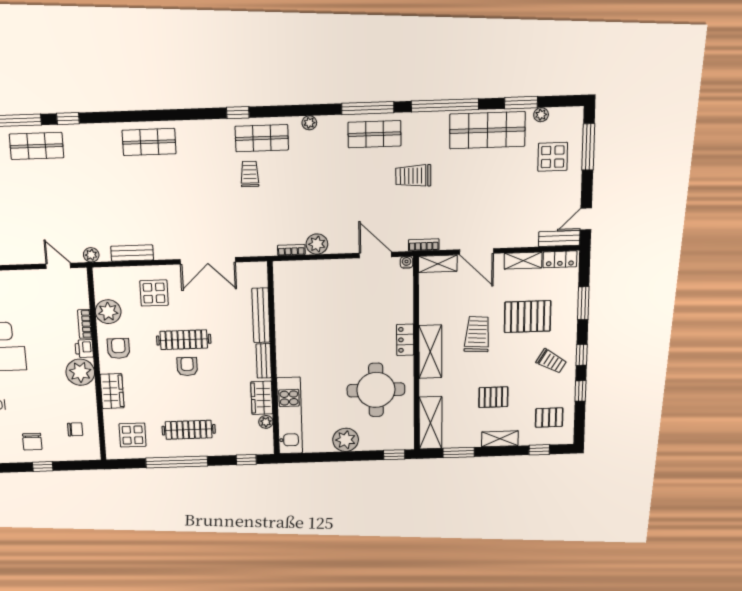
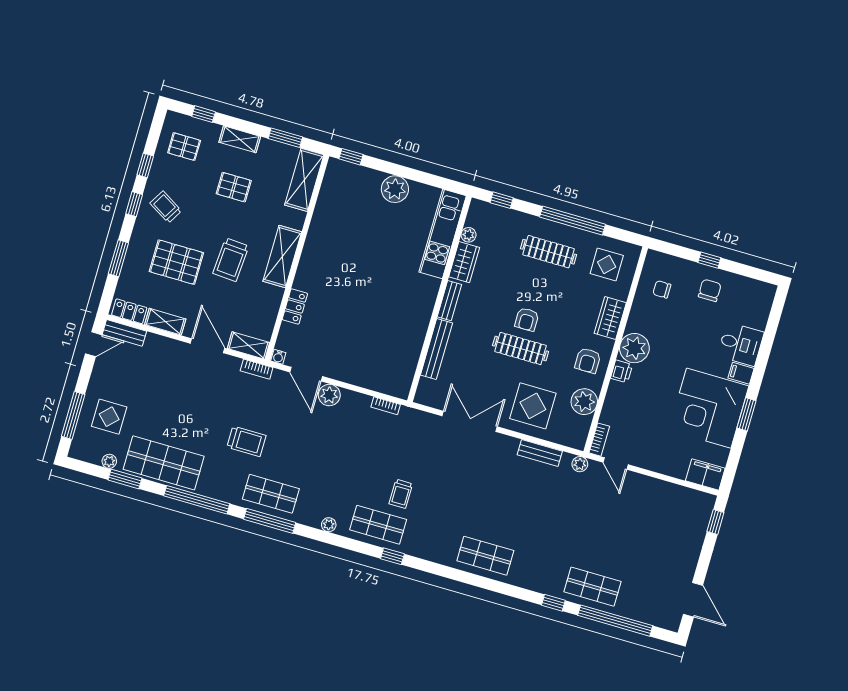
plant: (317, 244) -> (329, 395), moved
display table: (154, 293) -> (533, 406), width x1.36, depth x1.36
bookcase: (85, 324) -> (599, 440), moved
locker: (405, 340) -> (295, 307), moved
round table: (376, 390) -> (348, 233), removed

